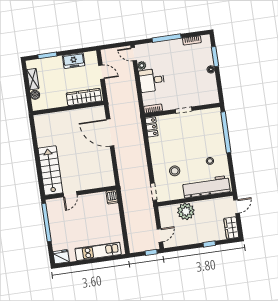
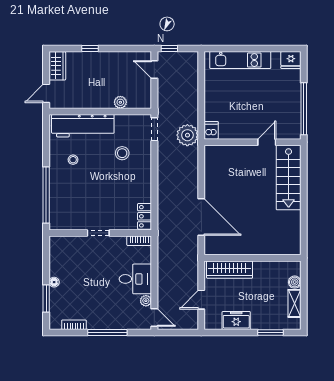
door: (101, 72) -> (201, 300), hinge flipped
plant: (129, 191) -> (187, 135), added
plant: (186, 211) -> (120, 102), width x0.53, depth x0.53
door: (160, 235) -> (154, 70), hinge flipped

